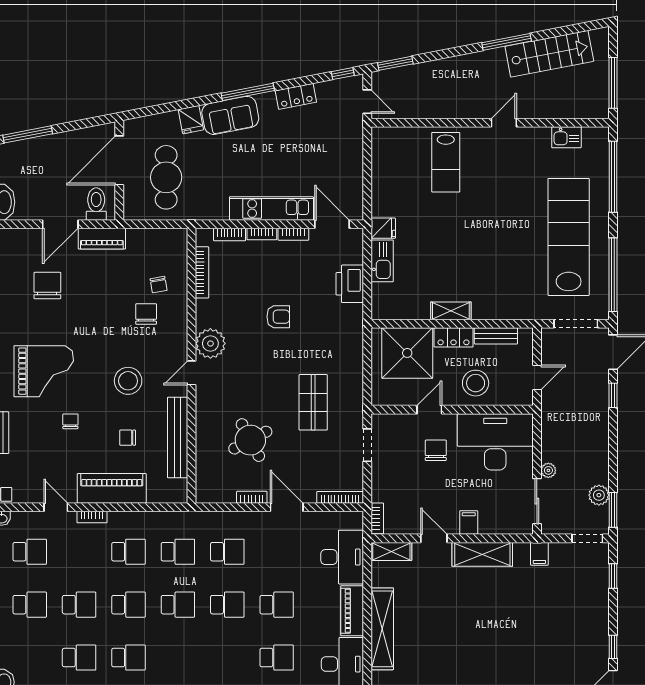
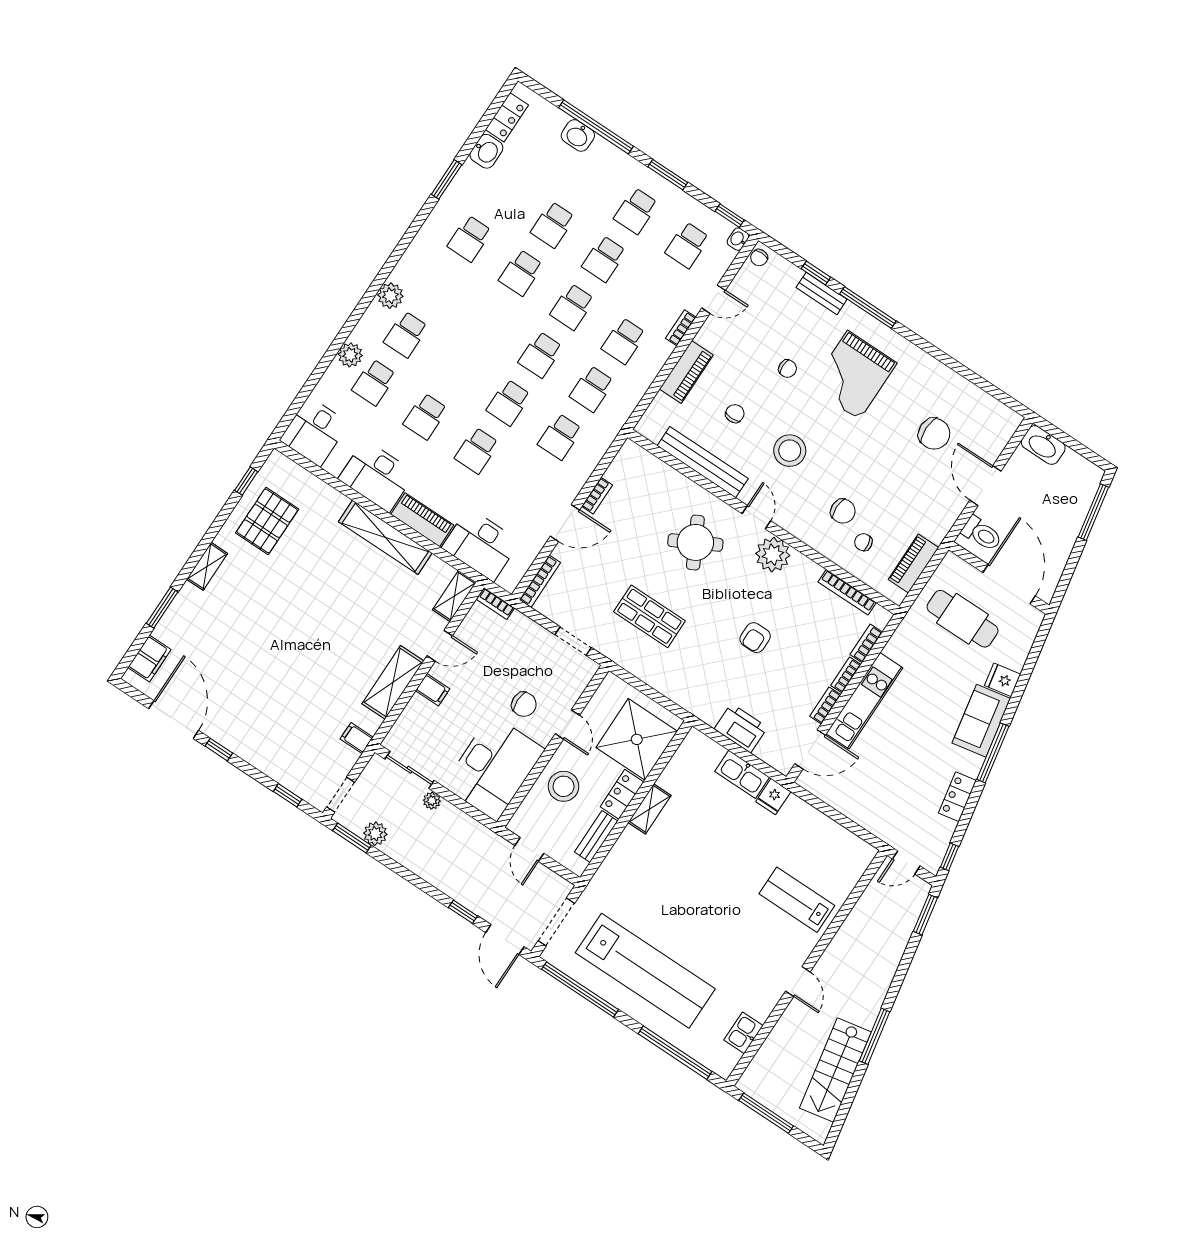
piano: (102, 239) -> (913, 563), moved
round table: (250, 440) -> (695, 542), moved
piano: (112, 488) -> (686, 372), width x0.73, depth x0.75

